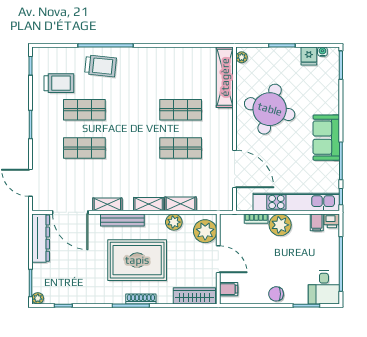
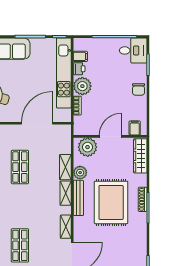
bench: (122, 220) -> (78, 198), moved
printer: (332, 221) -> (79, 69), moved

